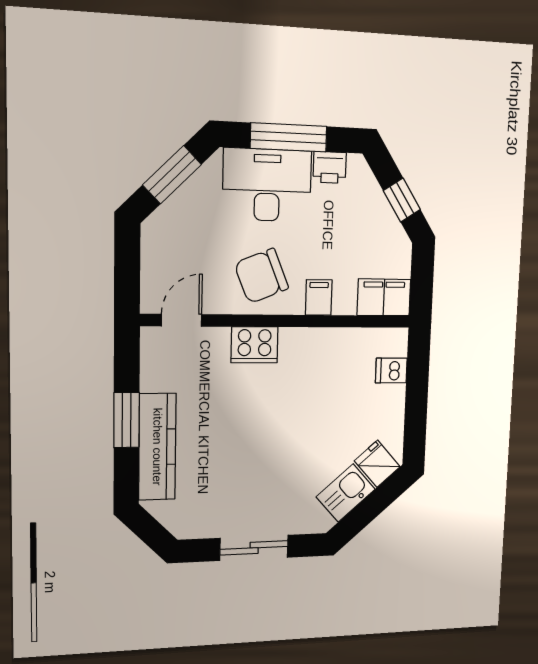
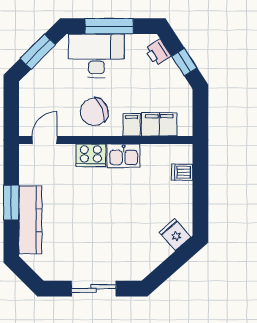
printer: (330, 167) -> (158, 52), moved, turned 57
filing cabinet: (384, 297) -> (159, 124), moved
kitchen sink: (346, 493) -> (124, 156), moved, turned -139

